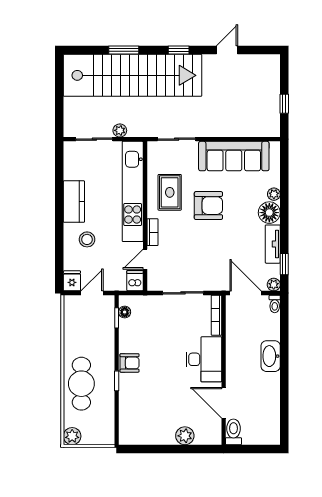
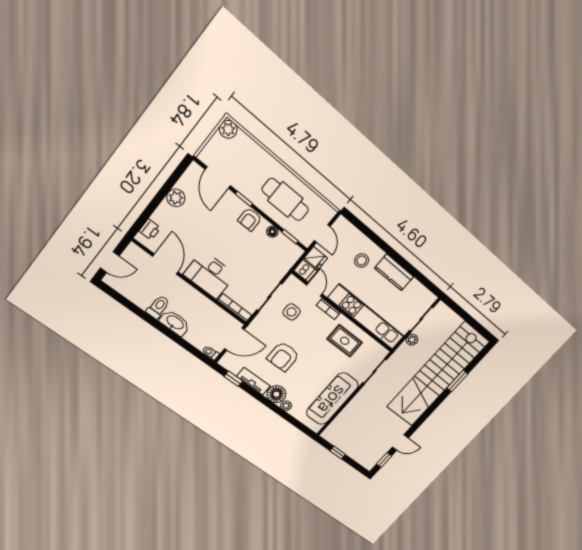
window: (179, 50) -> (384, 460), moved
door: (227, 50) -> (400, 442), hinge flipped
armchair: (208, 206) -> (283, 357), moved
side table: (181, 263) -> (292, 312), added
fridge: (72, 281) -> (316, 258), moved
plant: (274, 285) -> (225, 362), removed
floor lamp: (125, 312) -> (272, 232), moved
cafe table: (81, 384) -> (285, 200), moved
door: (224, 403) -> (166, 264), hinge flipped
door: (117, 415) -> (218, 178), added
toilet: (233, 432) -> (158, 307), moved, turned -90
plant: (185, 436) -> (176, 198), moved
printer: (204, 437) -> (150, 230), added
door: (258, 449) -> (110, 262), added

